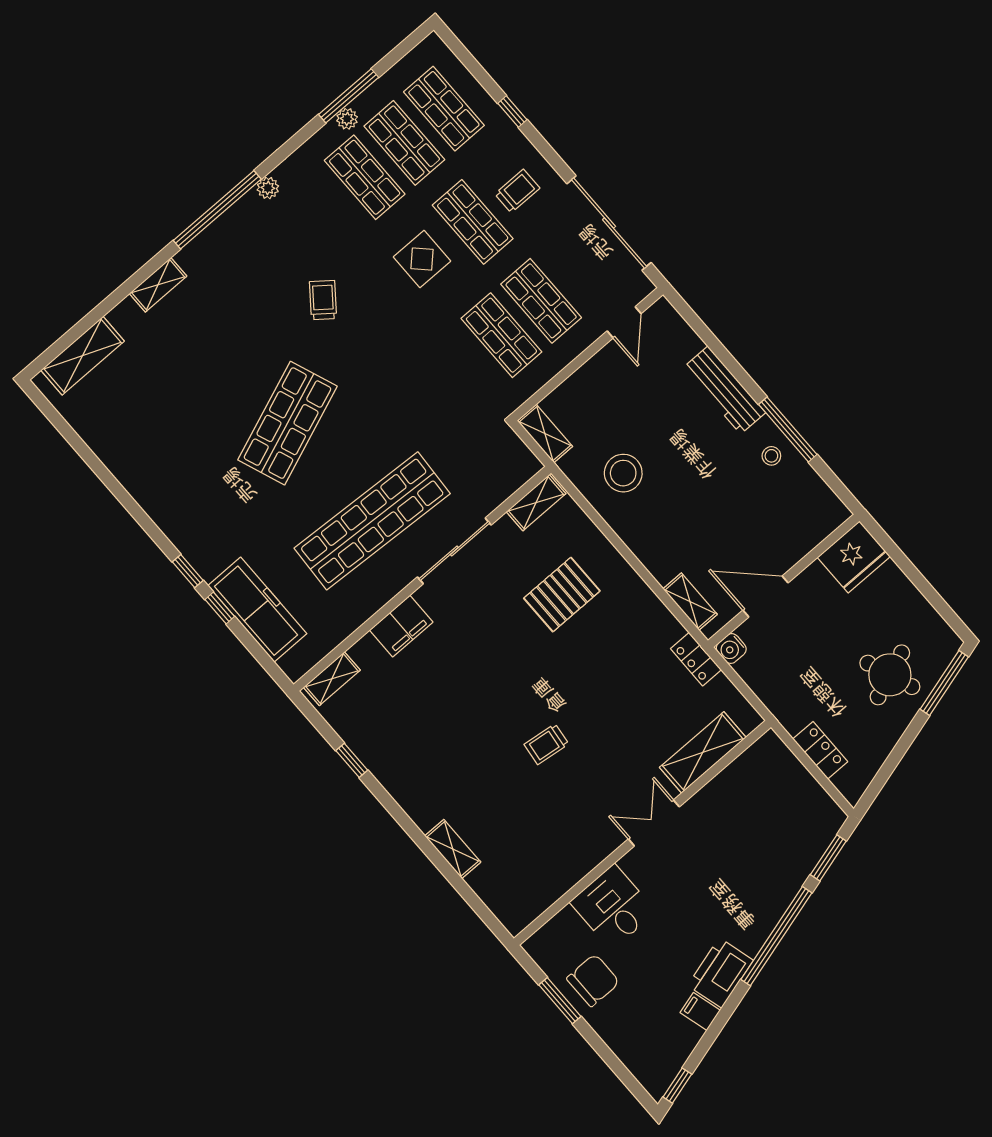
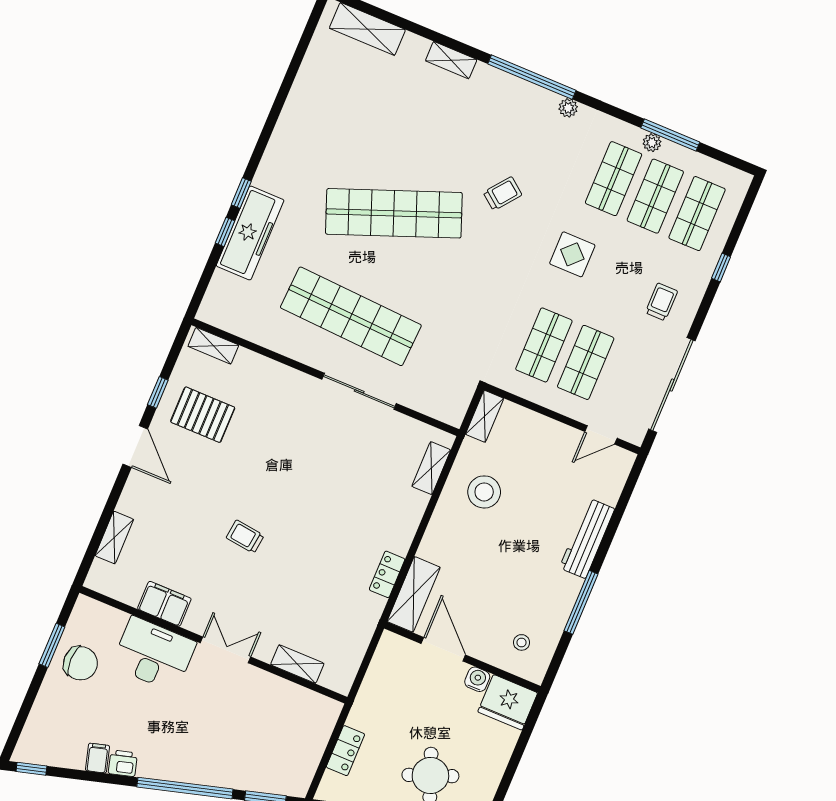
trolley: (517, 191) -> (661, 302), turned -90
shop shelf: (473, 222) -> (620, 279), removed
shop shelf: (287, 423) -> (394, 213), width x1.40
stool: (771, 456) -> (522, 642), moved
shelving: (536, 503) -> (431, 468), moved, turned 90
pallet: (562, 595) -> (203, 415), moved
shelving: (690, 602) -> (414, 594), width x1.50, depth x1.33
freezer: (257, 610) -> (250, 233), moved
filing cabinet: (401, 626) -> (164, 604), moved, turned 180
water cooler: (731, 649) -> (477, 679), moved, turned 90
locker: (696, 659) -> (387, 574), moved
shelving: (703, 752) -> (297, 664), width x0.67, depth x0.75
door: (396, 812) -> (135, 446), added
shelving: (453, 849) -> (114, 537), moved
desk: (613, 907) -> (154, 654), width x1.37
printer: (720, 973) -> (123, 763), width x0.53, depth x0.68

